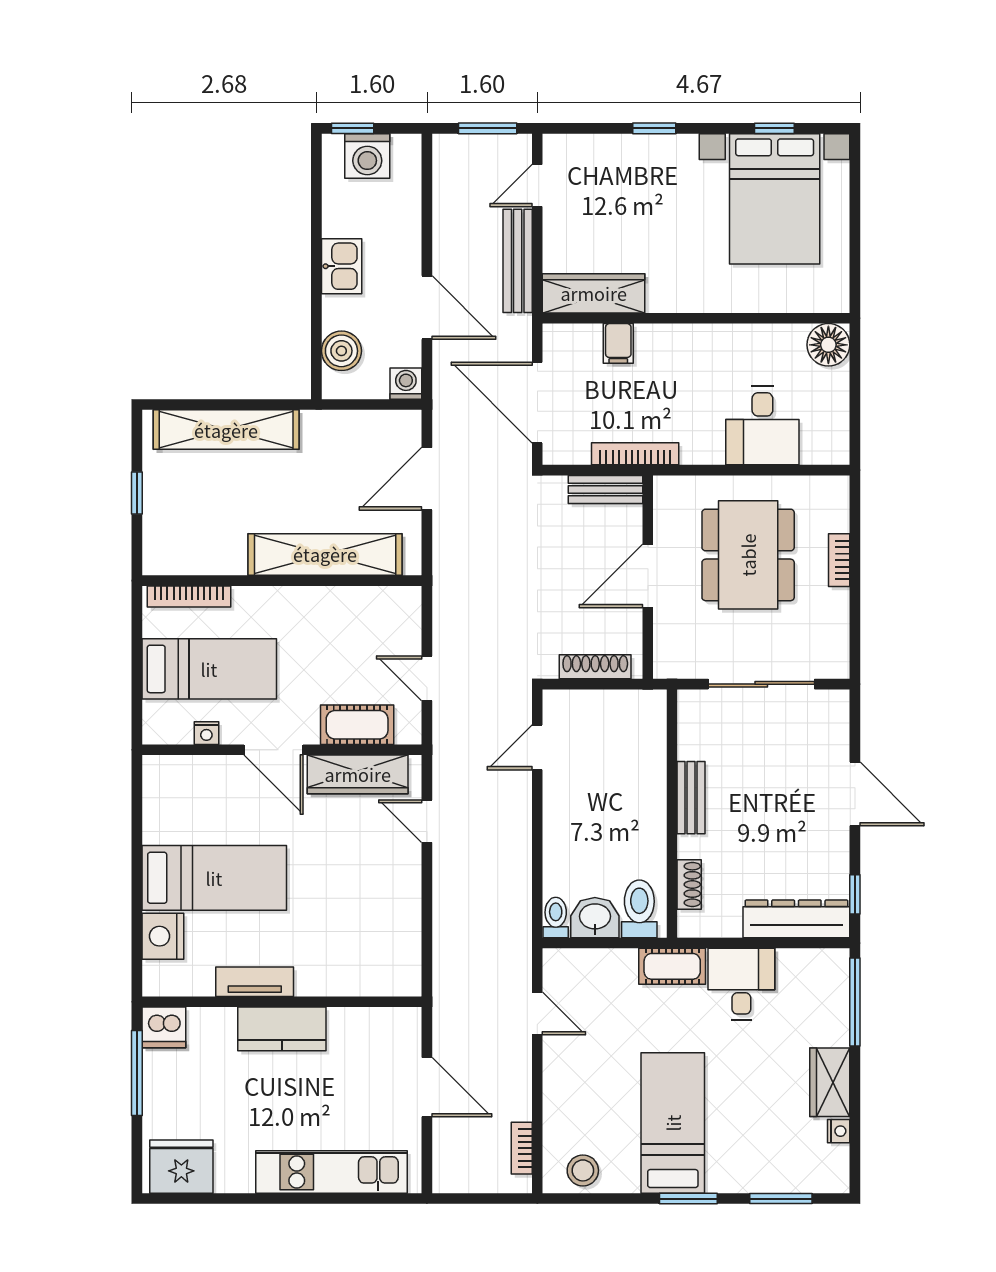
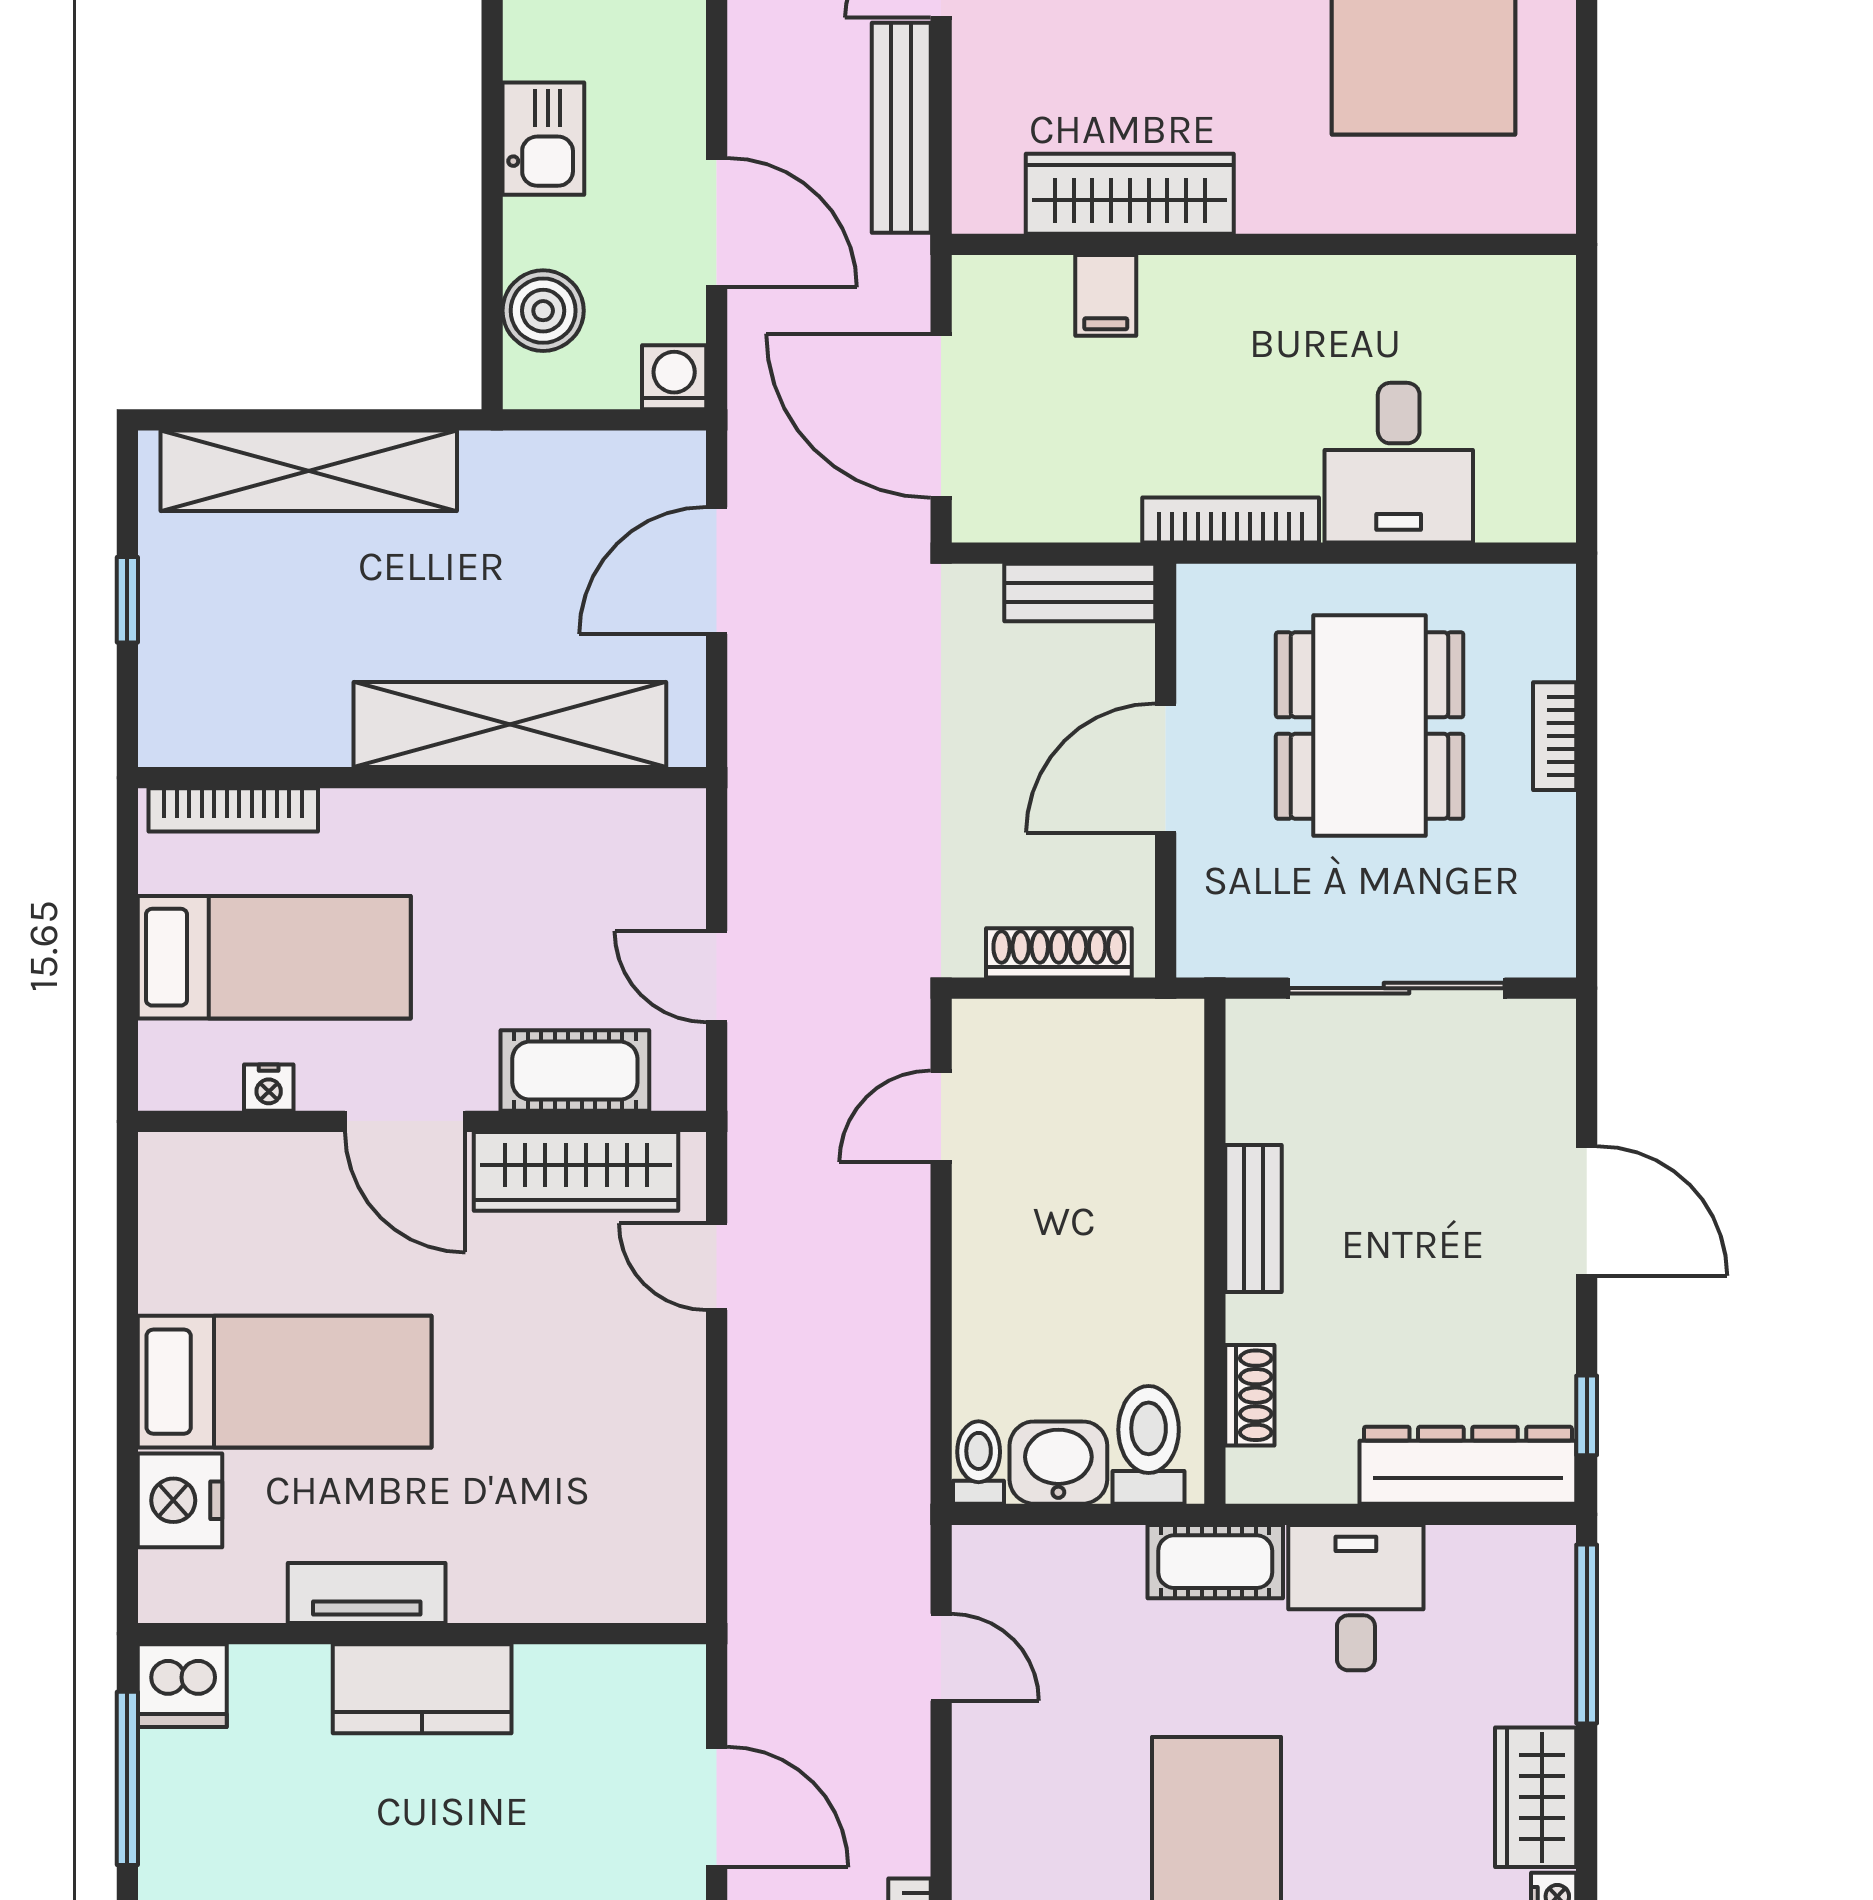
wardrobe: (594, 293) -> (1130, 194), moved
floor lamp: (828, 345) -> (1533, 298), removed
bookcase: (635, 454) -> (1231, 520), moved

